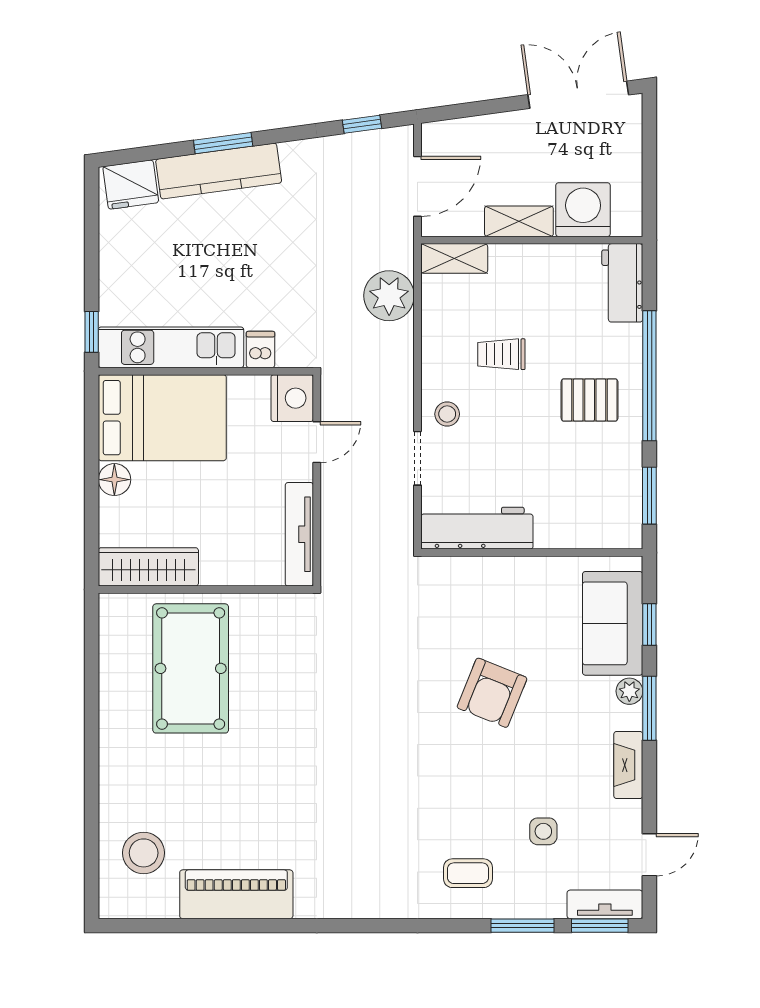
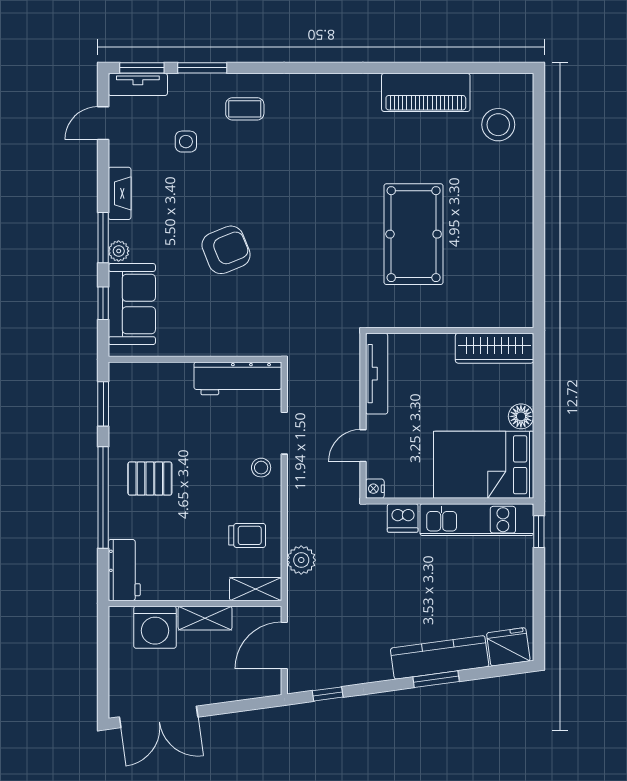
plant: (389, 296) -> (301, 560), width x0.73, depth x0.73
dishwasher: (261, 349) -> (403, 518), width x1.38
trolley: (501, 354) -> (247, 535), moved
nightstand: (292, 398) -> (375, 489), width x0.53, depth x0.56
pool table: (191, 668) -> (414, 234), moved
armchair: (492, 693) -> (226, 250), turned 46

